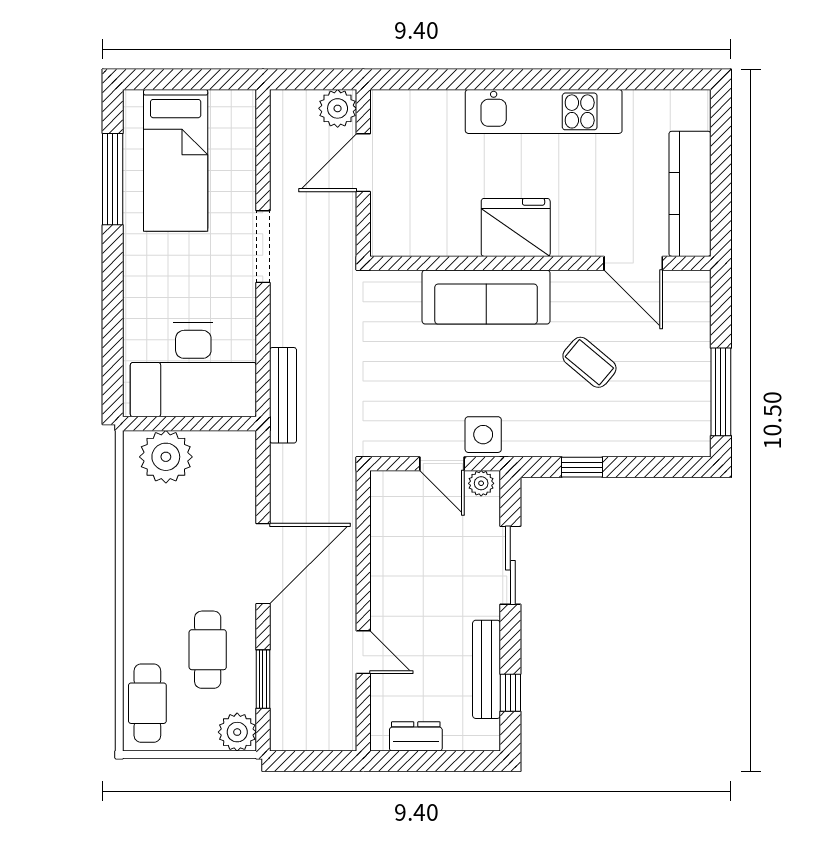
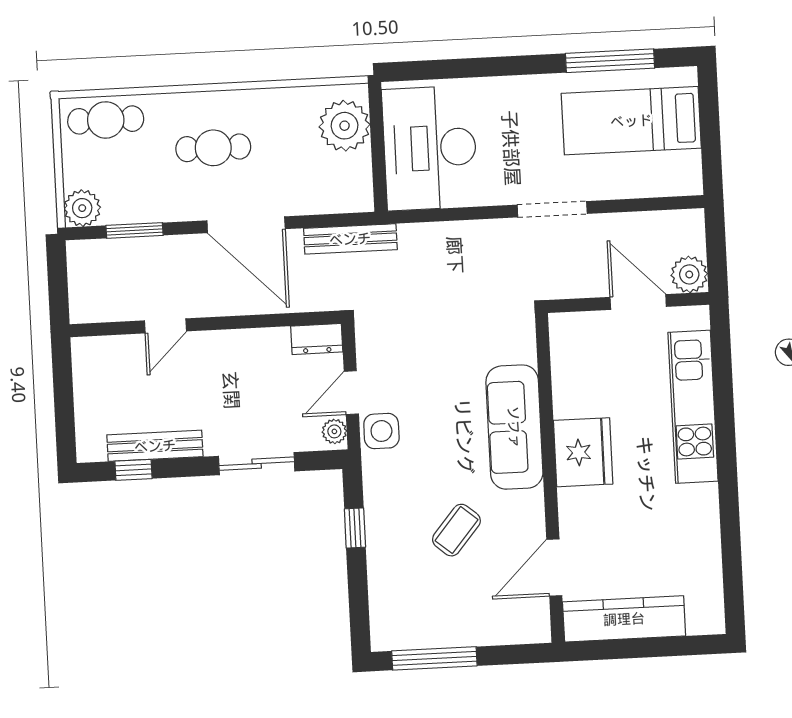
kitchen unit: (544, 111) -> (693, 407), moved
bench: (283, 395) -> (350, 239), moved
cafe table: (208, 650) -> (213, 148), moved
dresser: (416, 736) -> (317, 339), moved, turned 90

